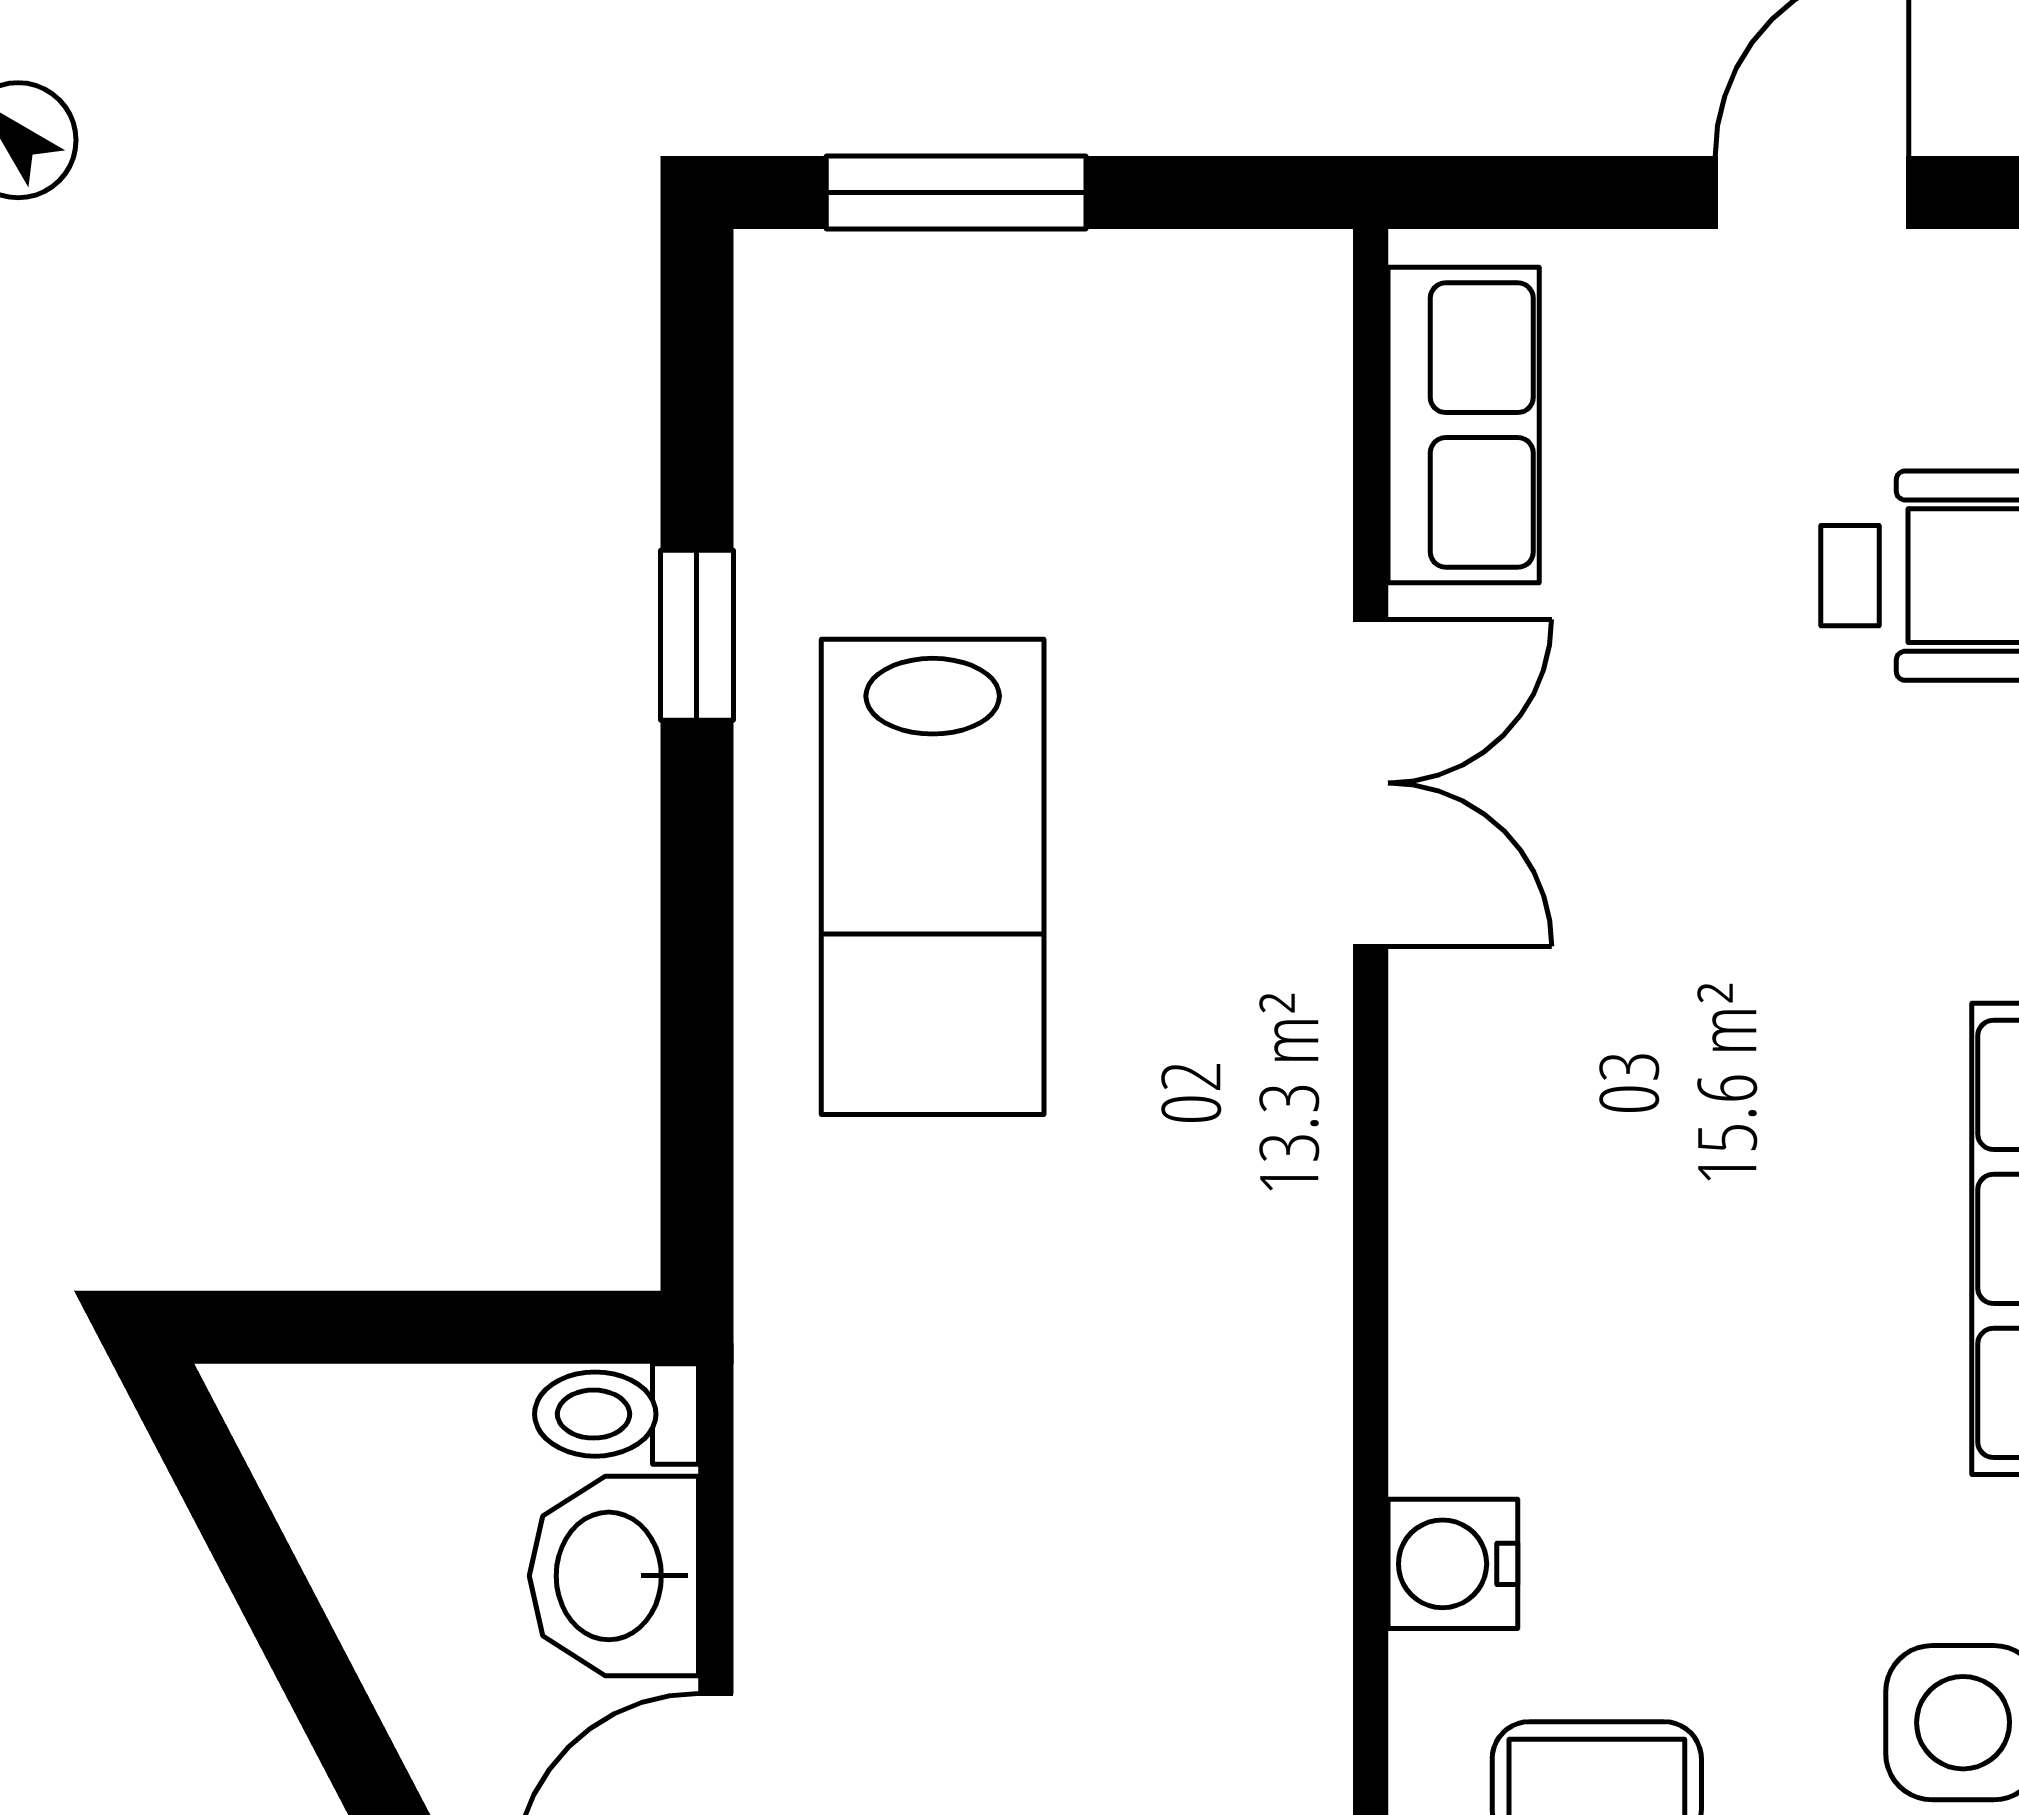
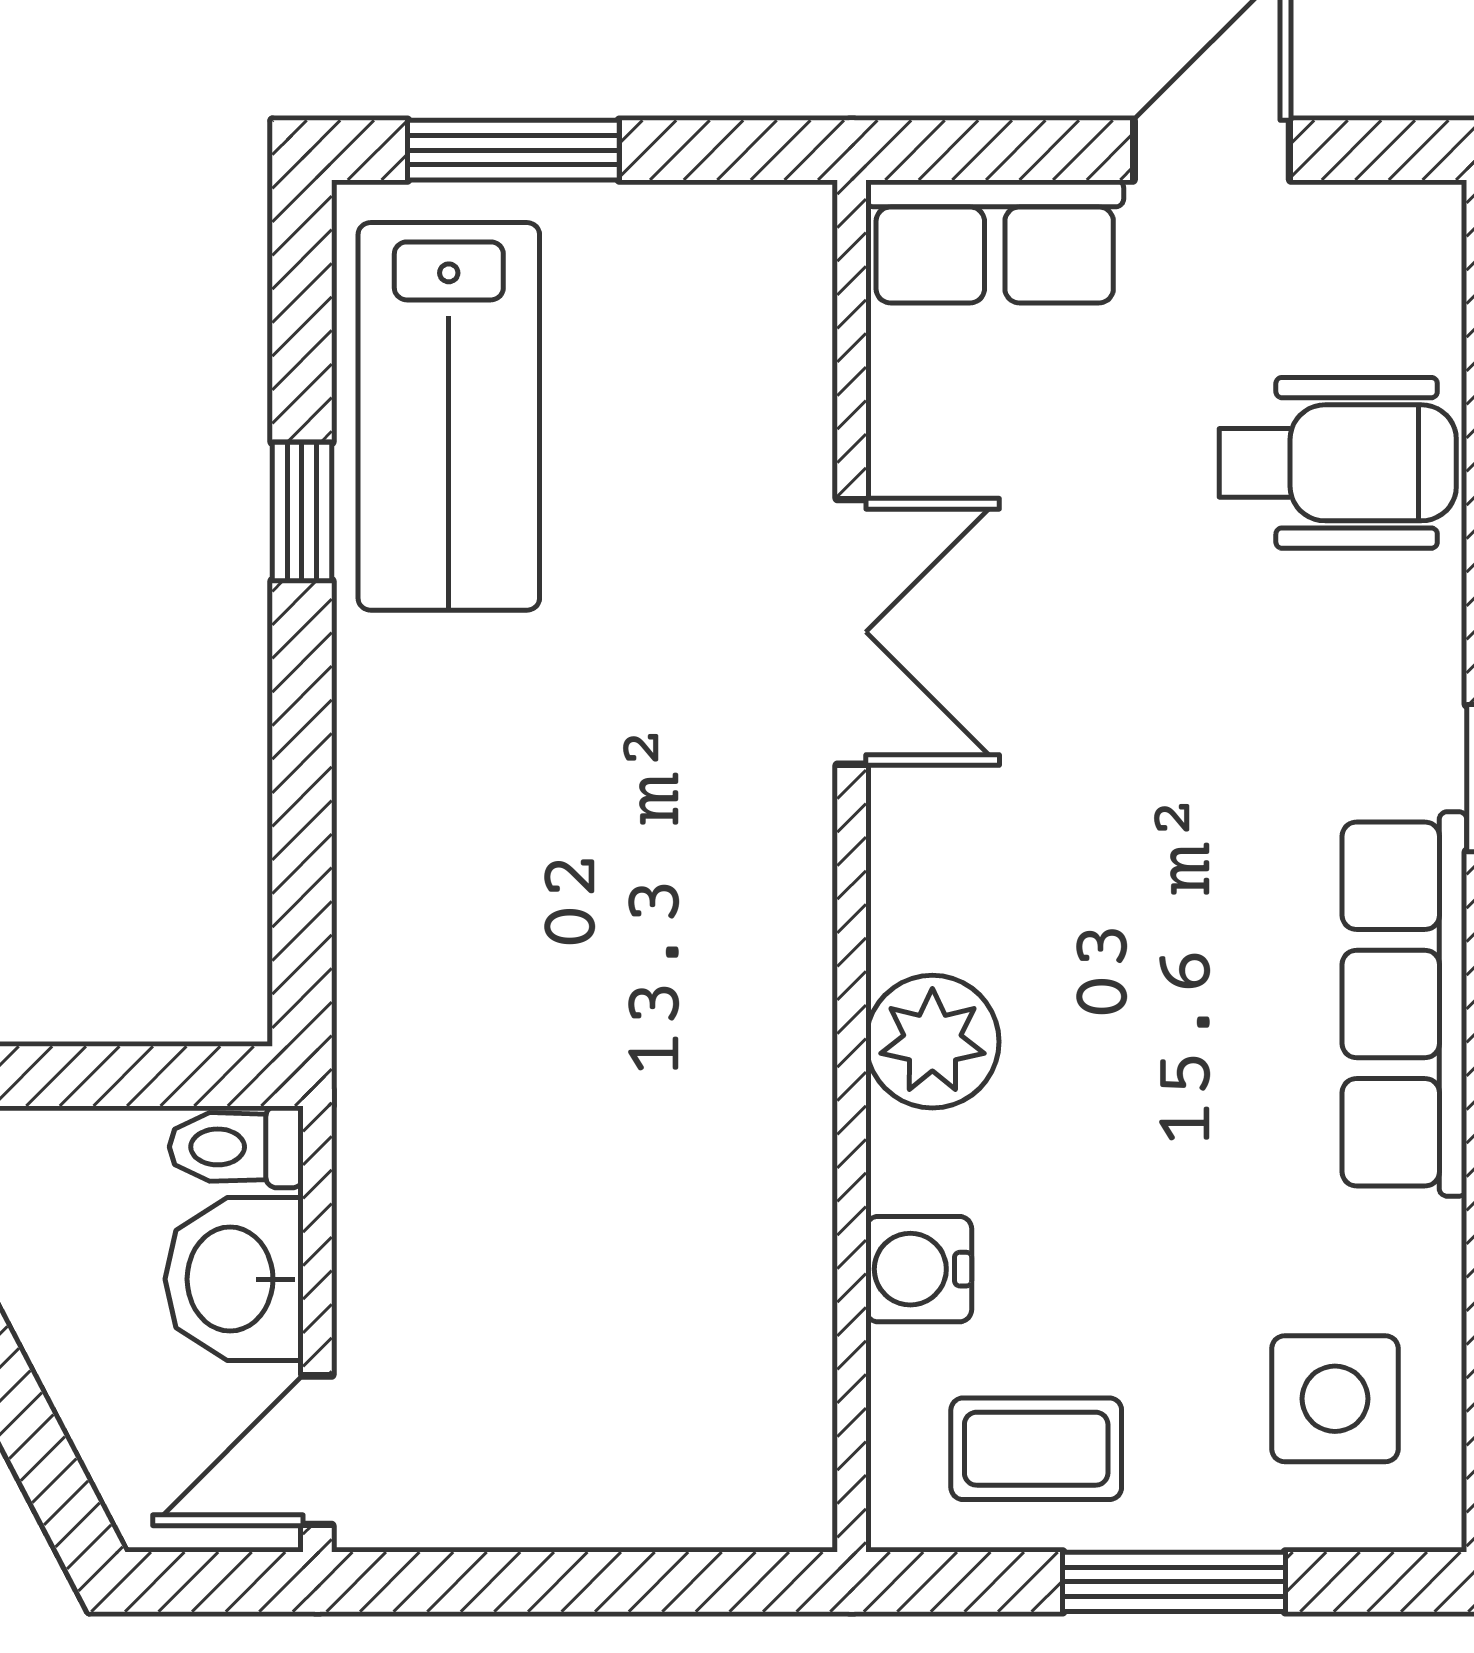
row of seats: (1464, 425) -> (995, 241), moved, turned 90
lab bench: (933, 877) -> (449, 416), moved
plant: (1470, 1285) -> (932, 1042), added

